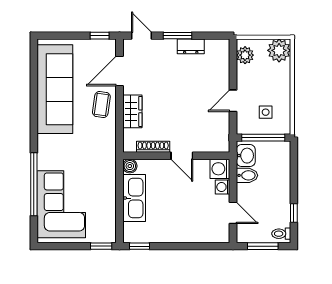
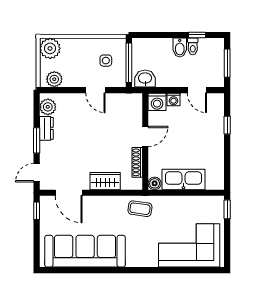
plant: (214, 48) -> (48, 107), added
coffee table: (101, 105) -> (140, 209), moved
bidet: (247, 175) -> (180, 48), moved, turned 180
window: (34, 184) -> (171, 270), removed
door: (233, 213) -> (197, 90), swing flipped
toilet: (281, 234) -> (193, 46), moved
window: (140, 246) -> (227, 125), moved

